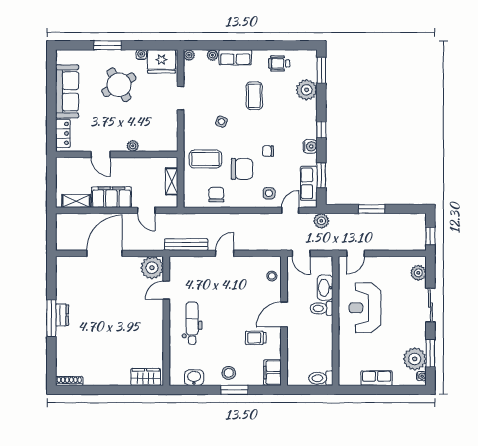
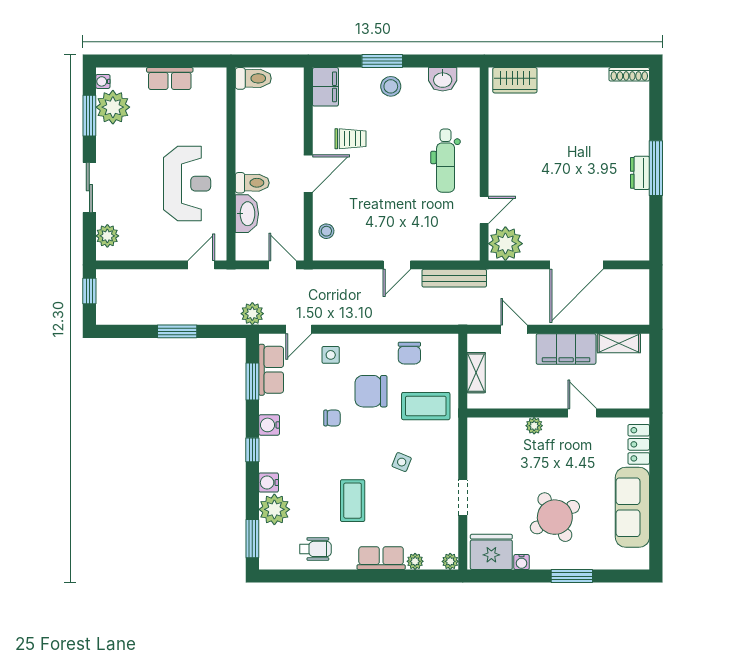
water cooler: (310, 108) -> (269, 483), added

